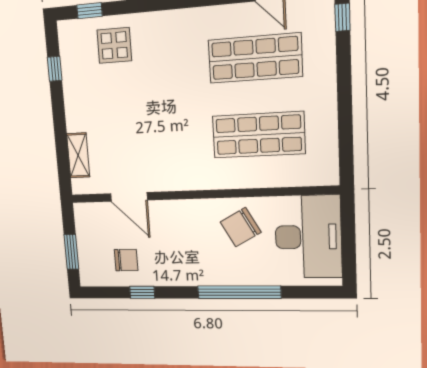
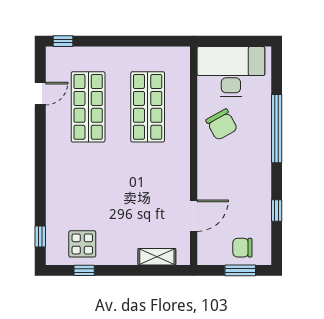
display table: (114, 45) -> (82, 244), moved
chair: (126, 260) -> (242, 248), moved, turned -90

